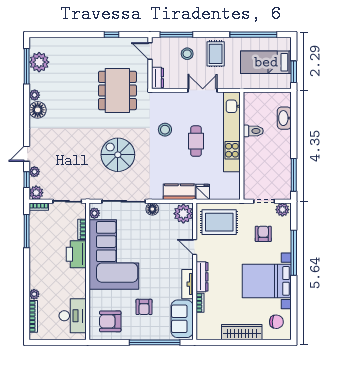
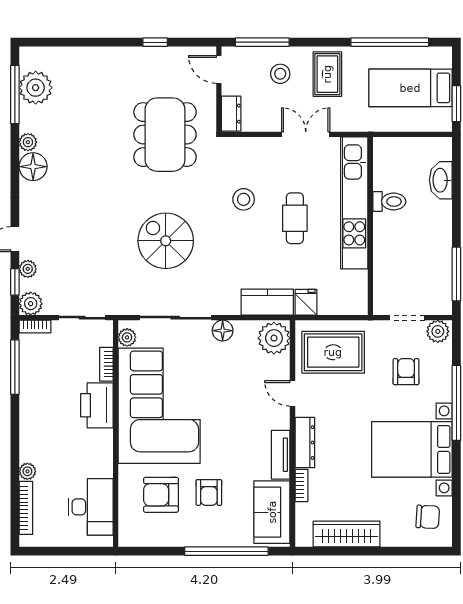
armchair: (110, 321) -> (161, 495), moved
wardrobe: (242, 332) -> (347, 534), moved

